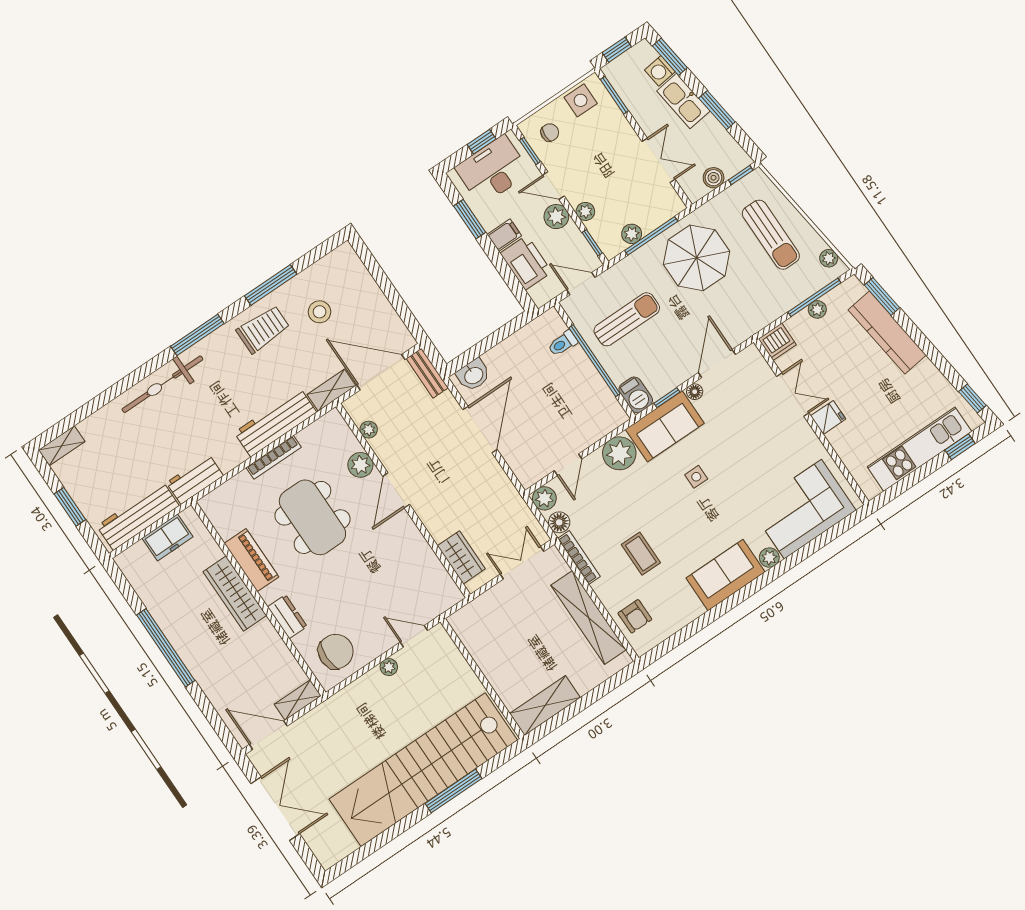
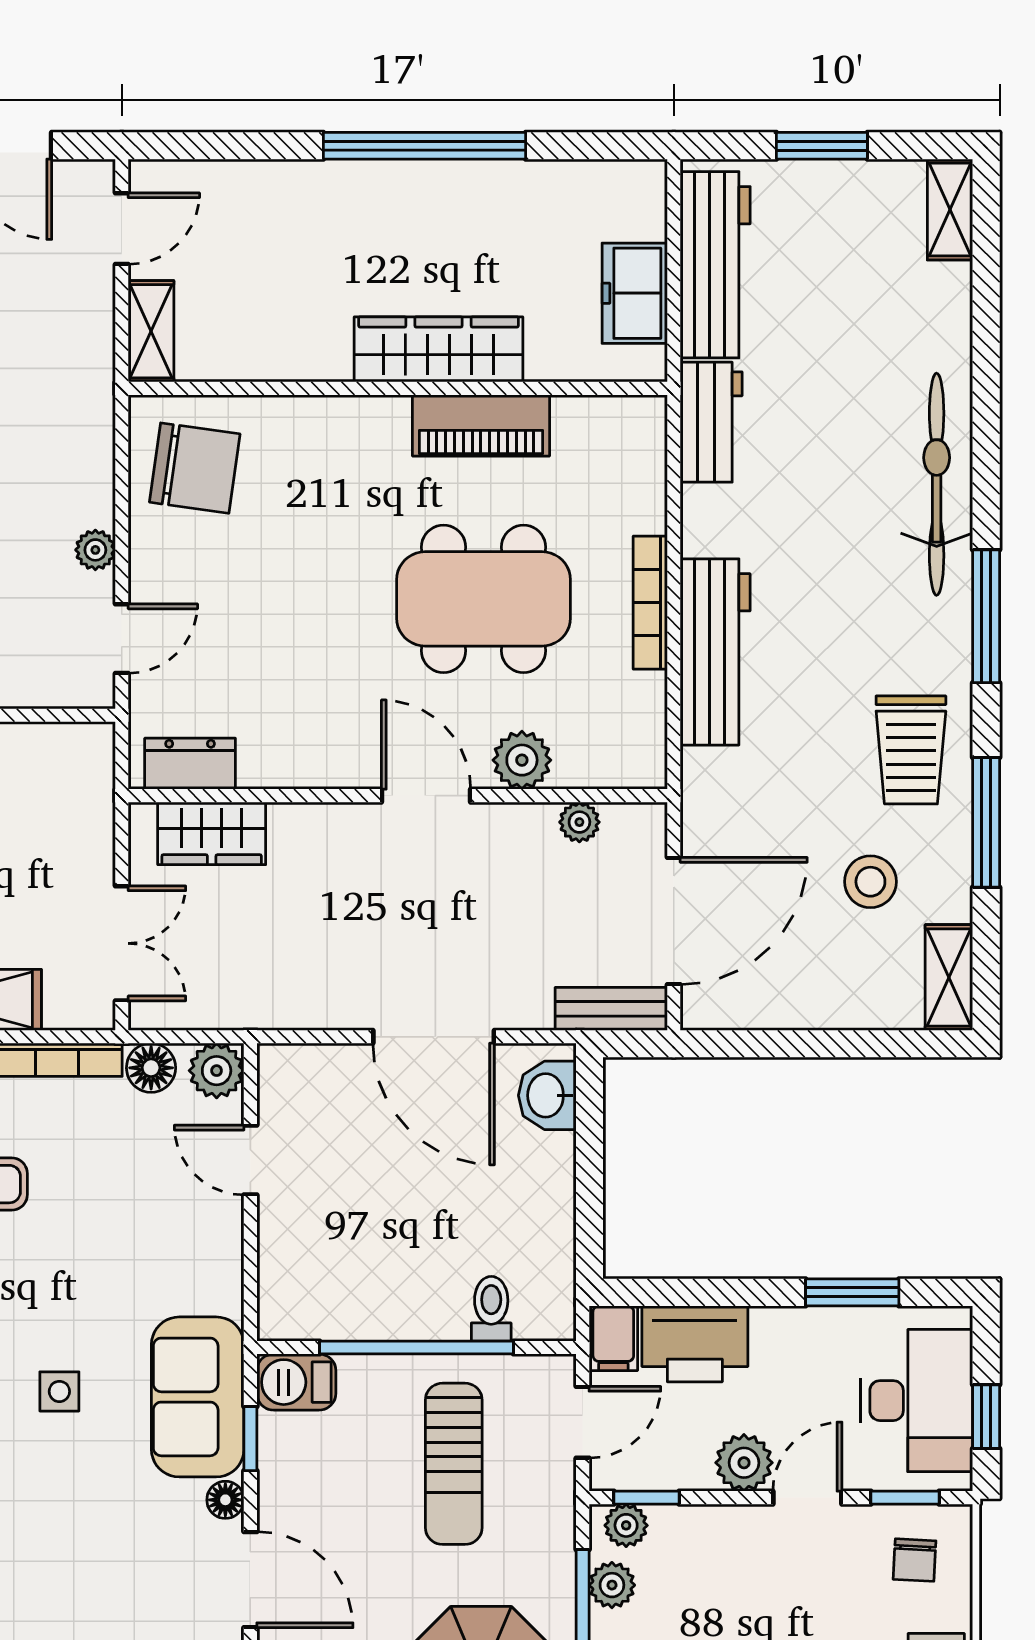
plant: (585, 211) -> (626, 1525), moved
filing cabinet: (504, 235) -> (613, 1338), moved
shelving: (331, 390) -> (949, 978), moved
plant: (619, 453) -> (205, 1274), removed
dresser: (287, 617) -> (190, 764), moved, turned 180
chair: (336, 652) -> (195, 468), turned -82
door: (268, 735) -> (122, 229), width x0.73

